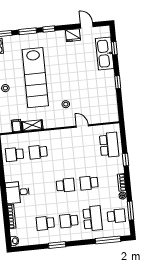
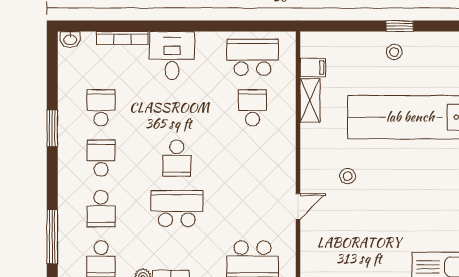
school desk: (15, 154) -> (253, 57), width x1.85
school desk: (89, 183) -> (177, 209), width x1.85
school desk: (93, 218) -> (101, 209), width x0.54

